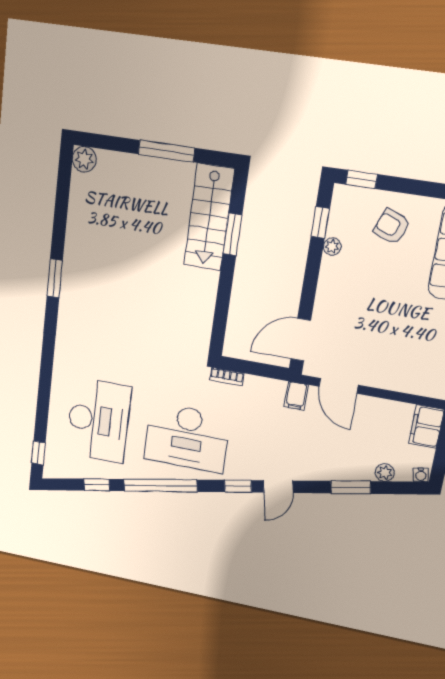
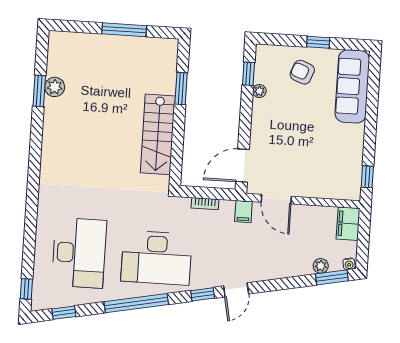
plant: (84, 159) -> (55, 87), moved
window: (362, 179) -> (318, 42), moved
stairs: (209, 217) -> (158, 134), moved
window: (55, 278) -> (39, 91), moved
bookcase: (227, 377) -> (205, 204), moved
window: (97, 485) -> (64, 313), moved
window: (351, 487) -> (332, 277), moved

